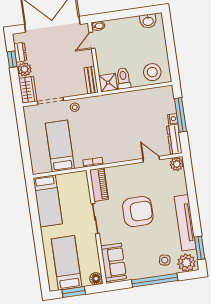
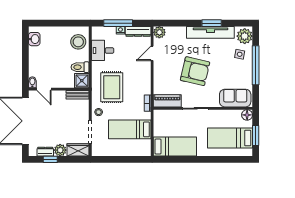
desk: (146, 102) -> (103, 50), added
rug: (106, 118) -> (112, 87), added
armchair: (138, 212) -> (195, 71), turned 103
window: (200, 248) -> (212, 23), moved

